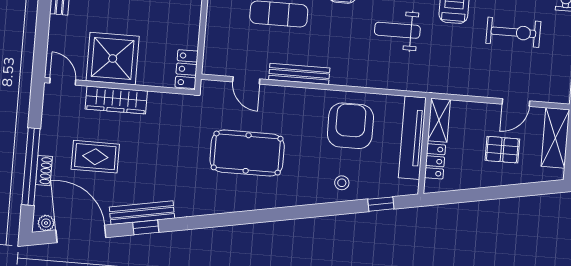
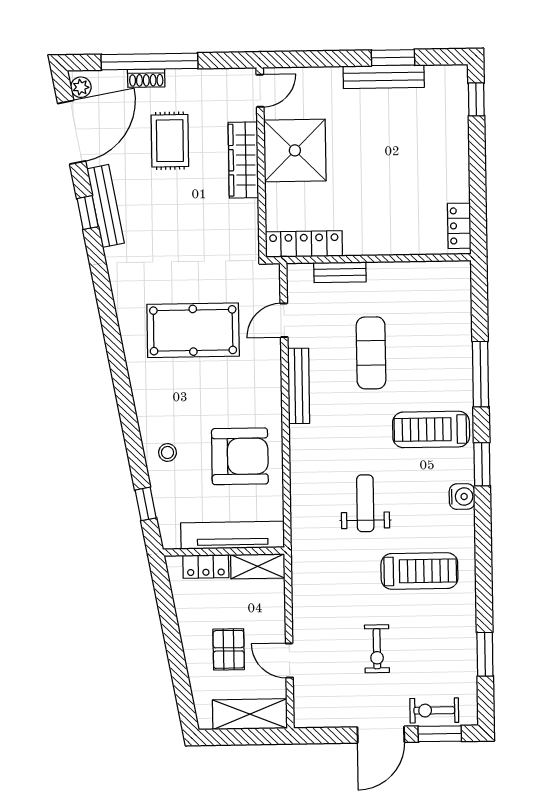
bench: (213, 32) -> (340, 272), added
exercise bike: (513, 32) -> (377, 649), width x0.73, depth x0.72
locker: (187, 69) -> (304, 244), width x1.53
pool table: (247, 153) -> (193, 330), turned 90

